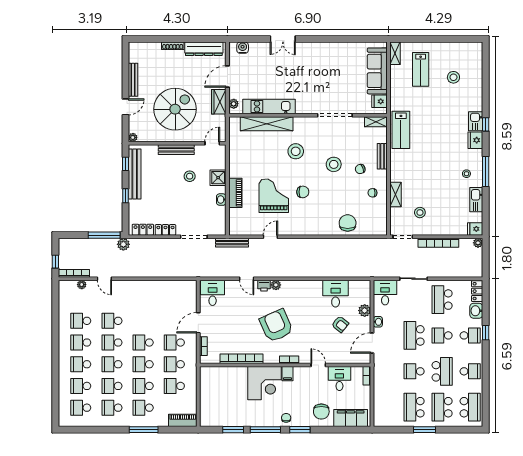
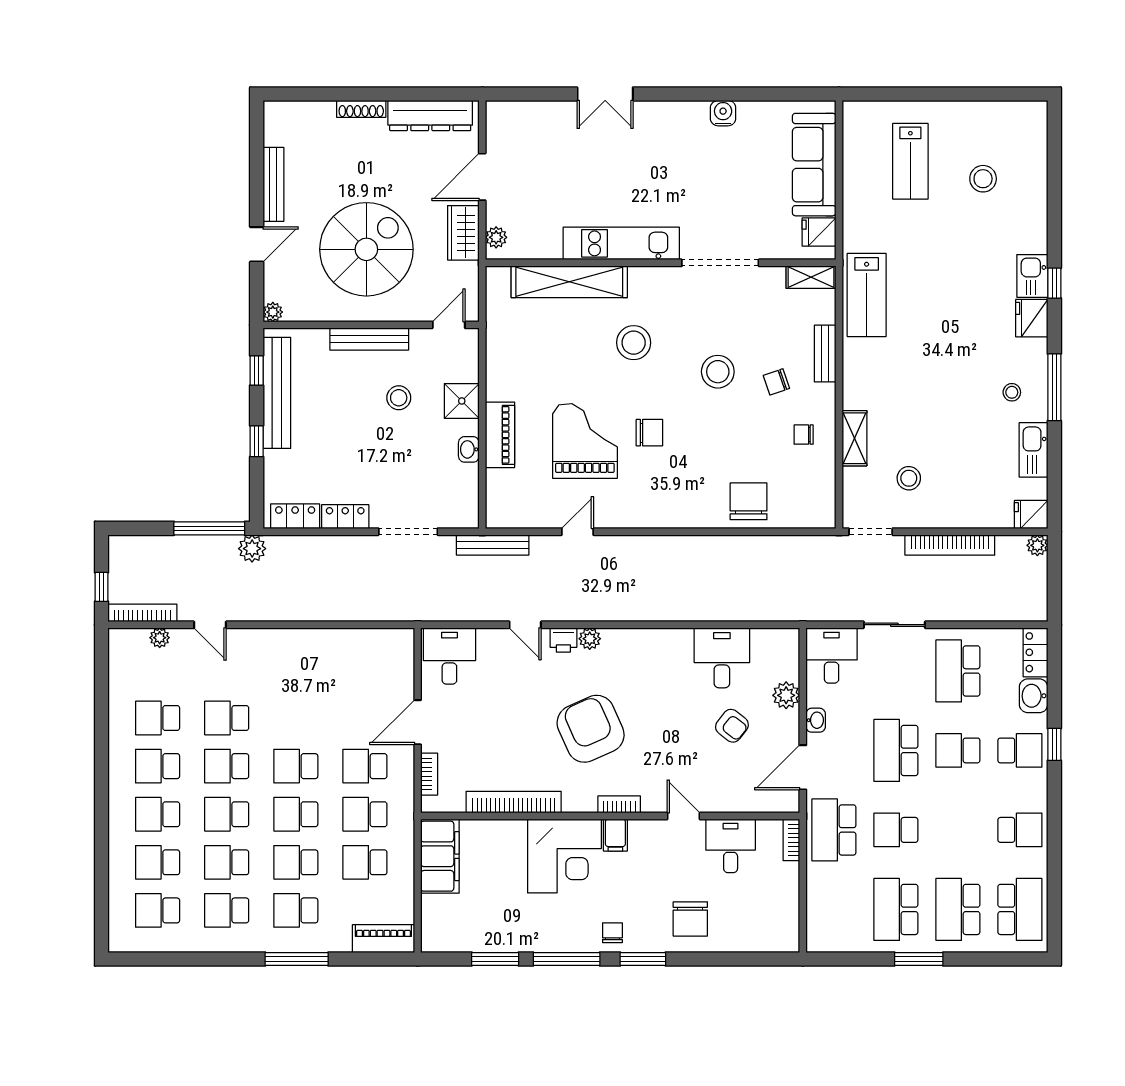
water cooler: (243, 48) -> (723, 113), moved
shelving: (395, 53) -> (853, 126), removed
kitchen unit: (269, 106) -> (621, 243), moved
school desk: (442, 371) -> (834, 830), moved, turned 180
filing cabinet: (351, 418) -> (440, 856), moved, turned 90

